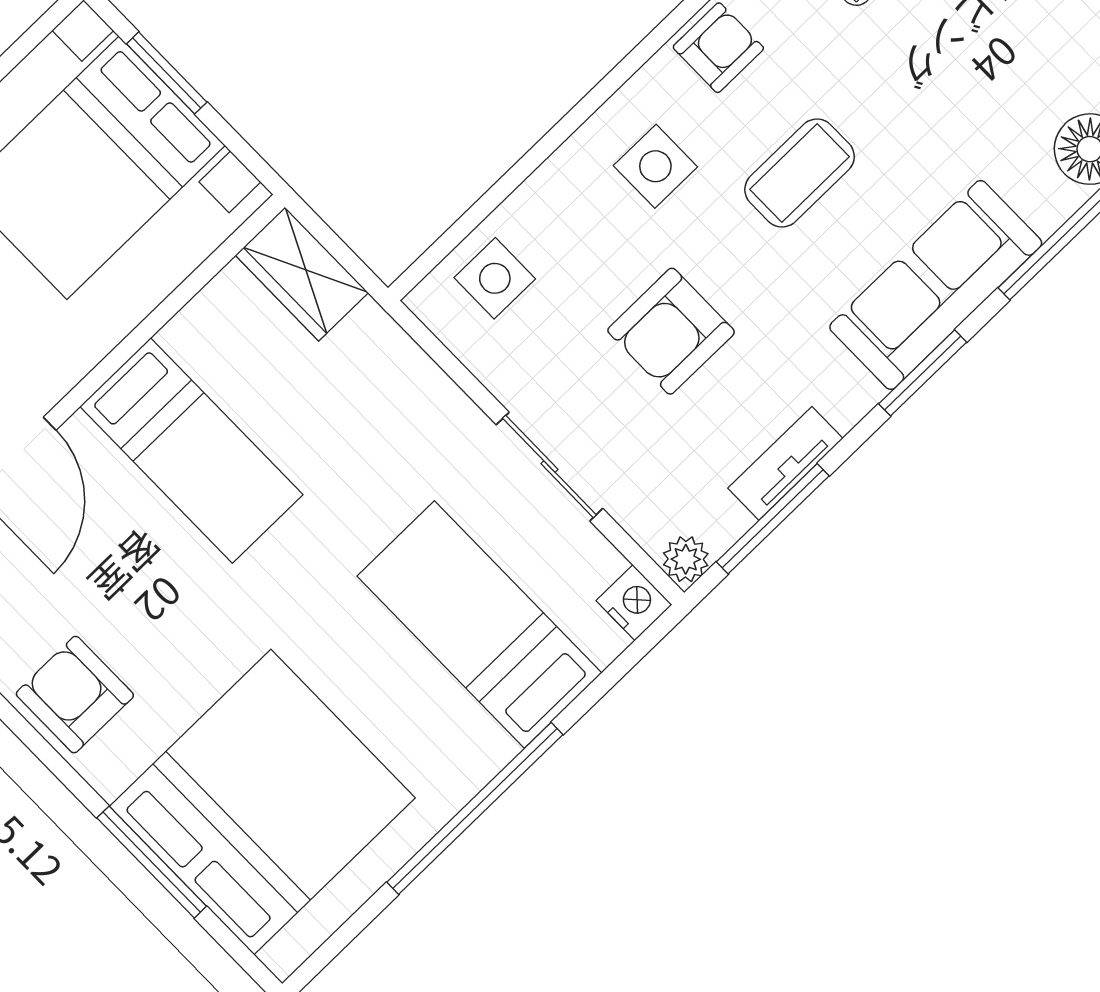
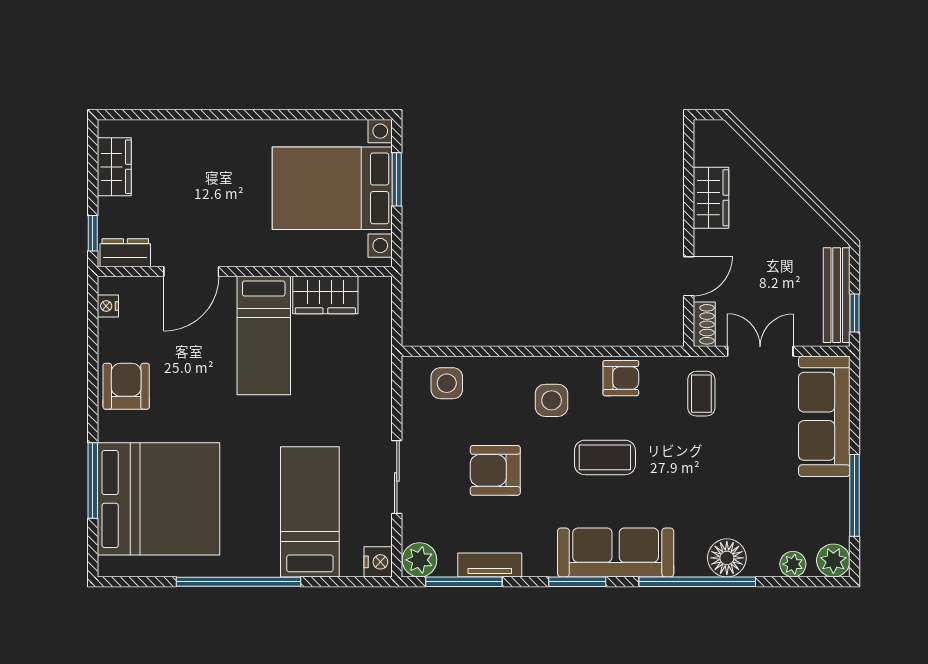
wardrobe: (302, 274) -> (325, 295), moved, turned -90
plant: (686, 559) -> (419, 560), width x1.38, depth x1.38

